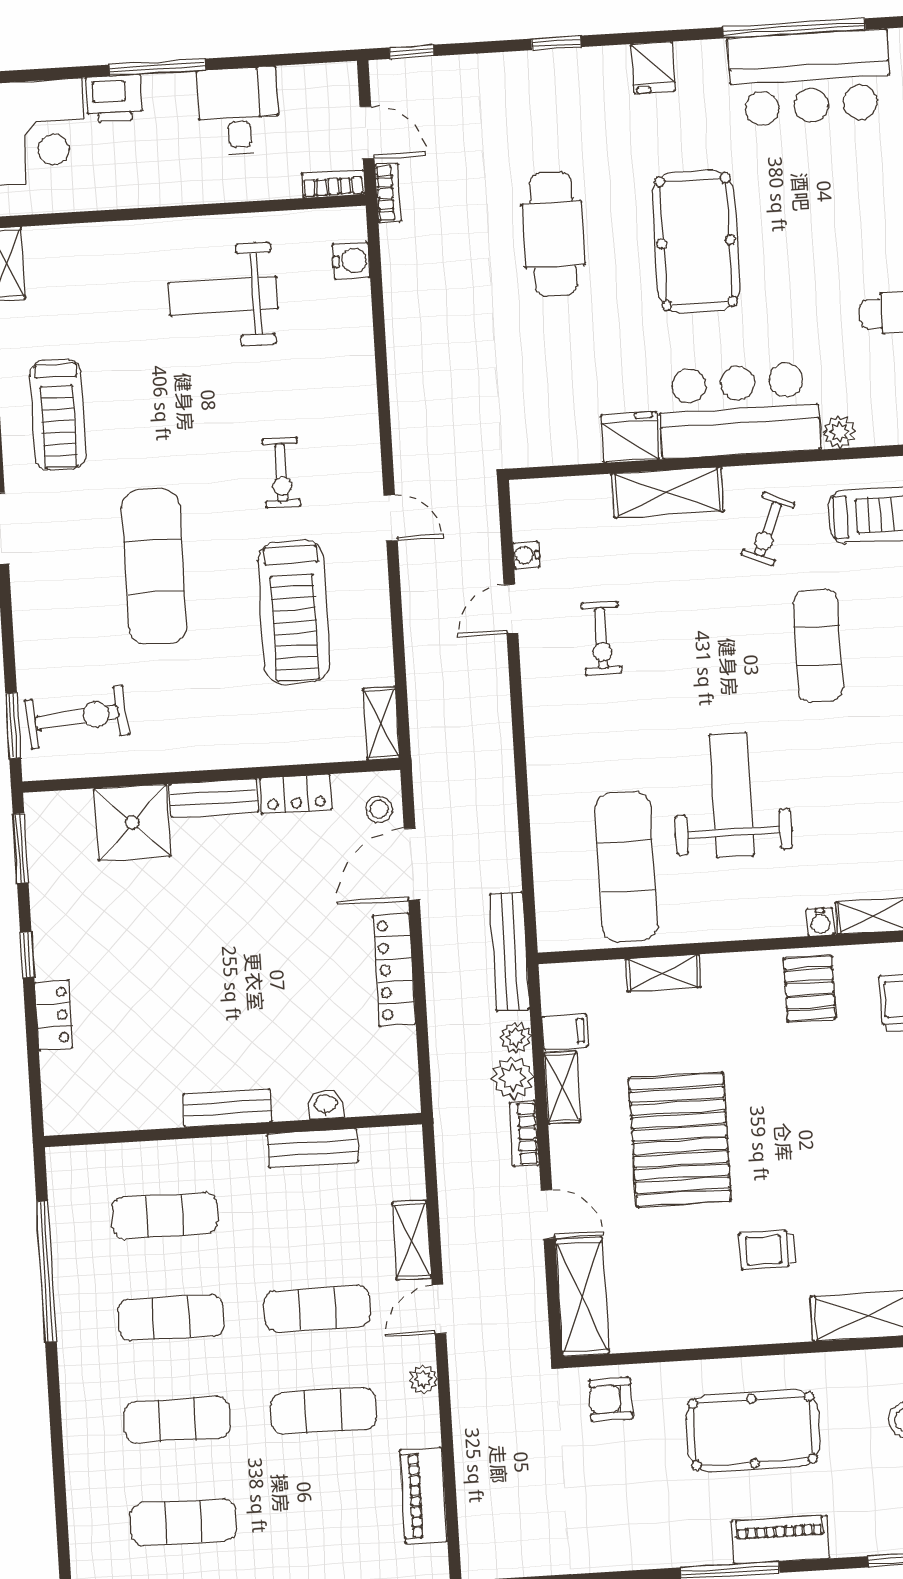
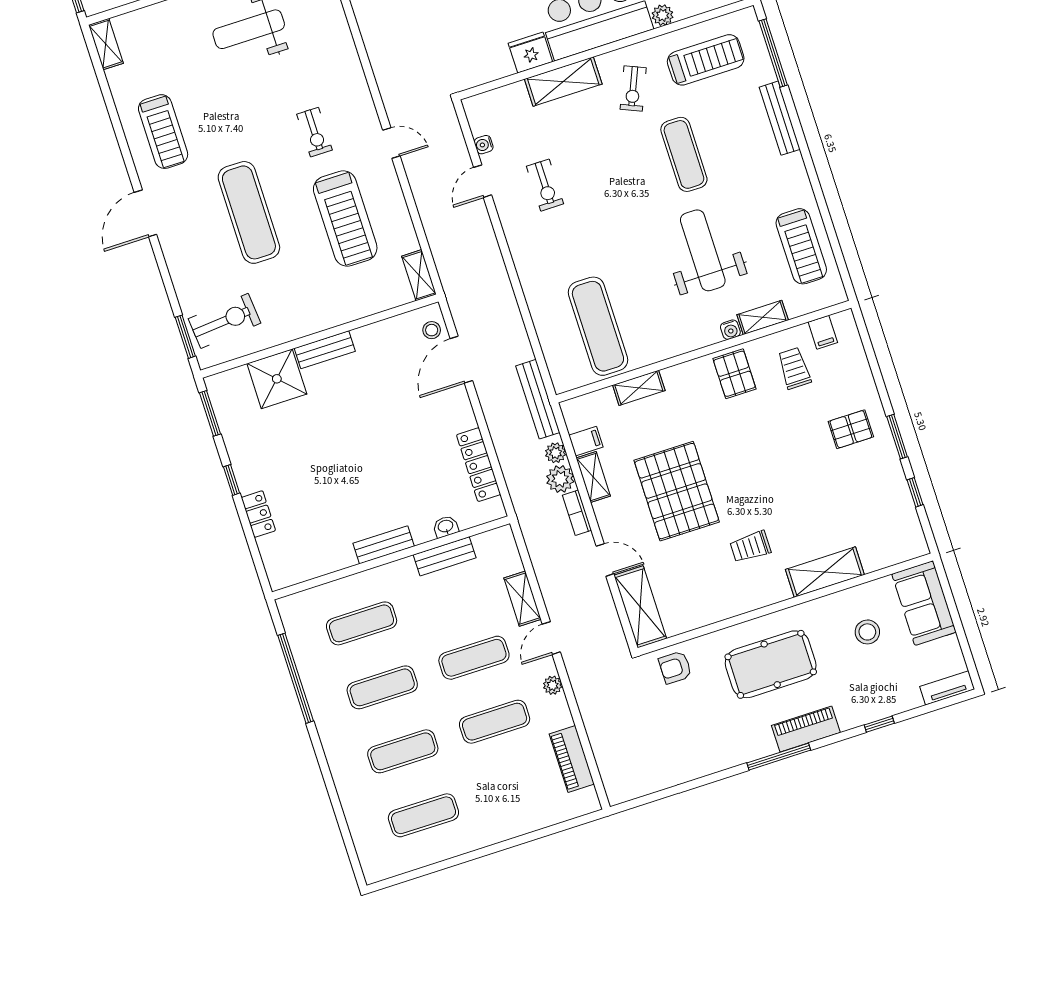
locker: (296, 794) -> (376, 334), removed
weight bench: (732, 795) -> (703, 250), moved
locker: (394, 970) -> (479, 465), moved

